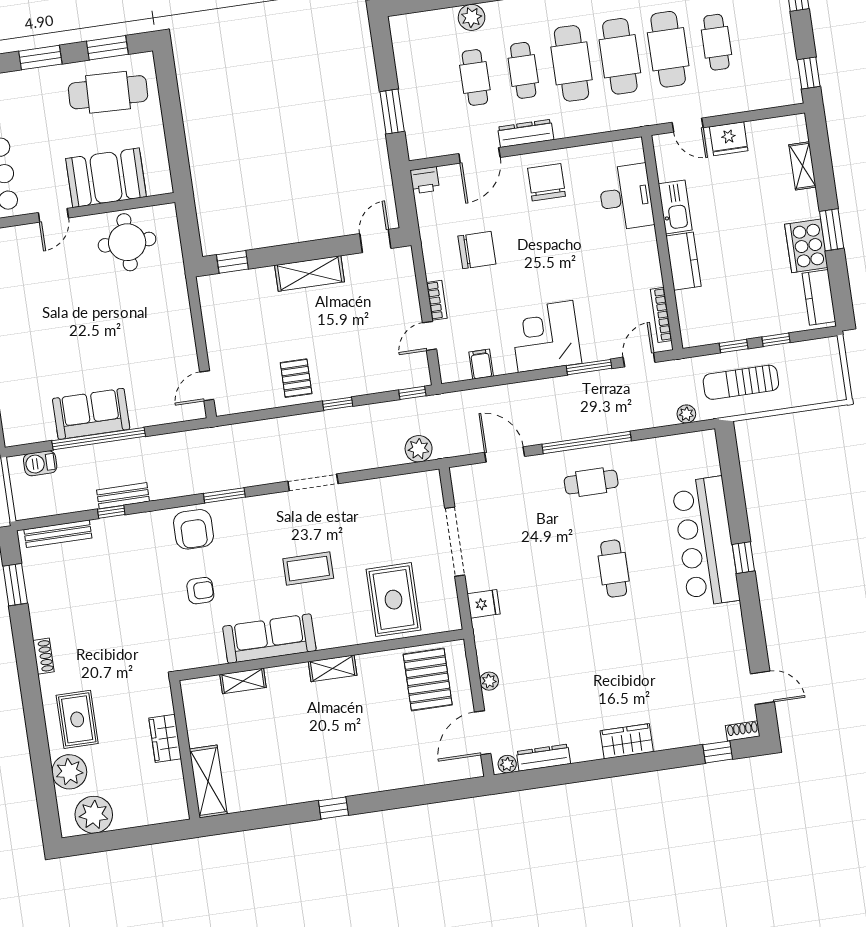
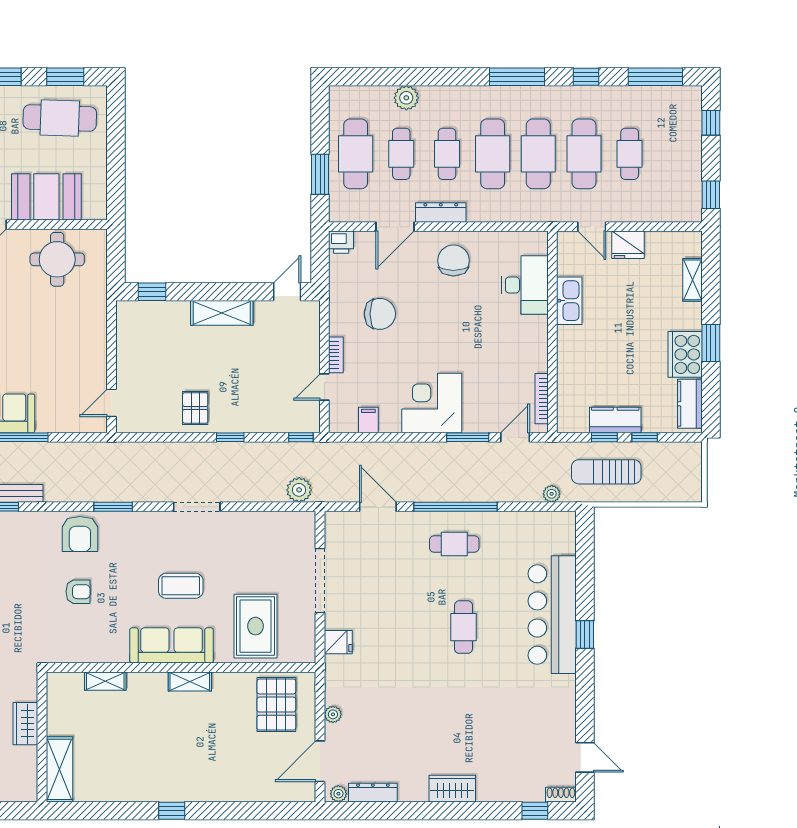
cafe table: (427, 85) -> (356, 154), added
kitchen counter: (683, 261) -> (615, 420), moved, turned -90
sofa: (269, 639) -> (172, 645), moved

